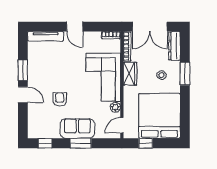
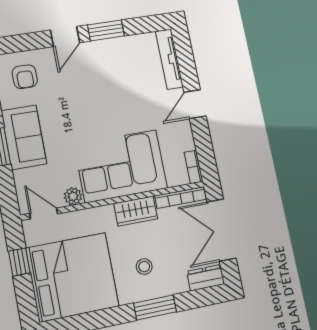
dresser: (174, 46) -> (206, 278), width x0.70
armchair: (60, 99) -> (25, 77), moved, turned 90

